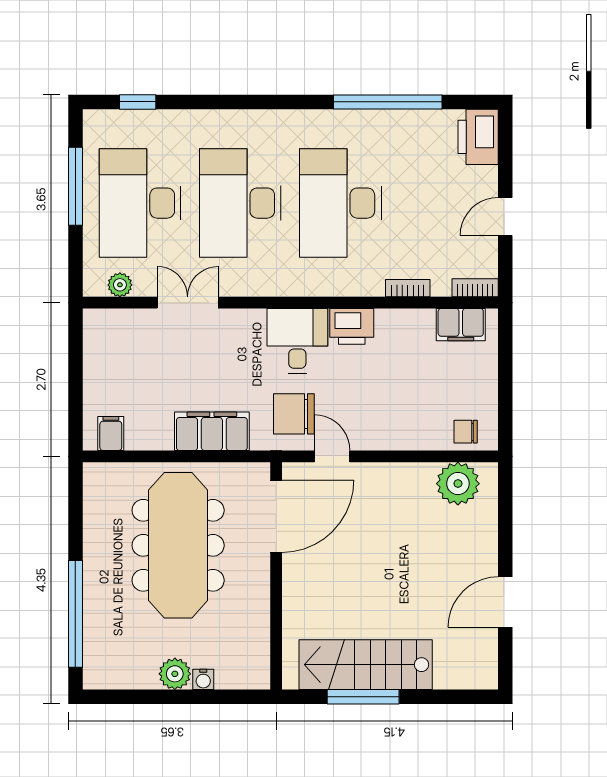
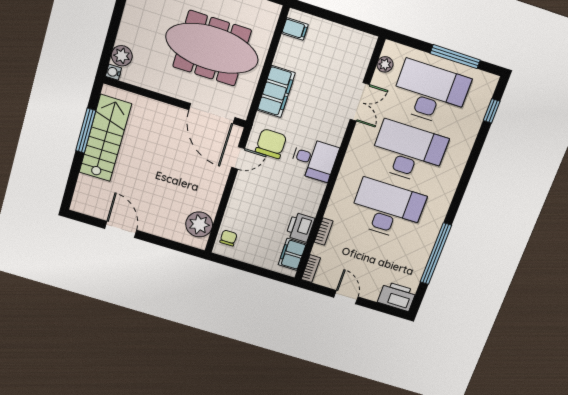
printer: (352, 326) -> (300, 227), moved
plant: (175, 674) -> (122, 56), moved
water cooler: (203, 679) -> (113, 72), moved

